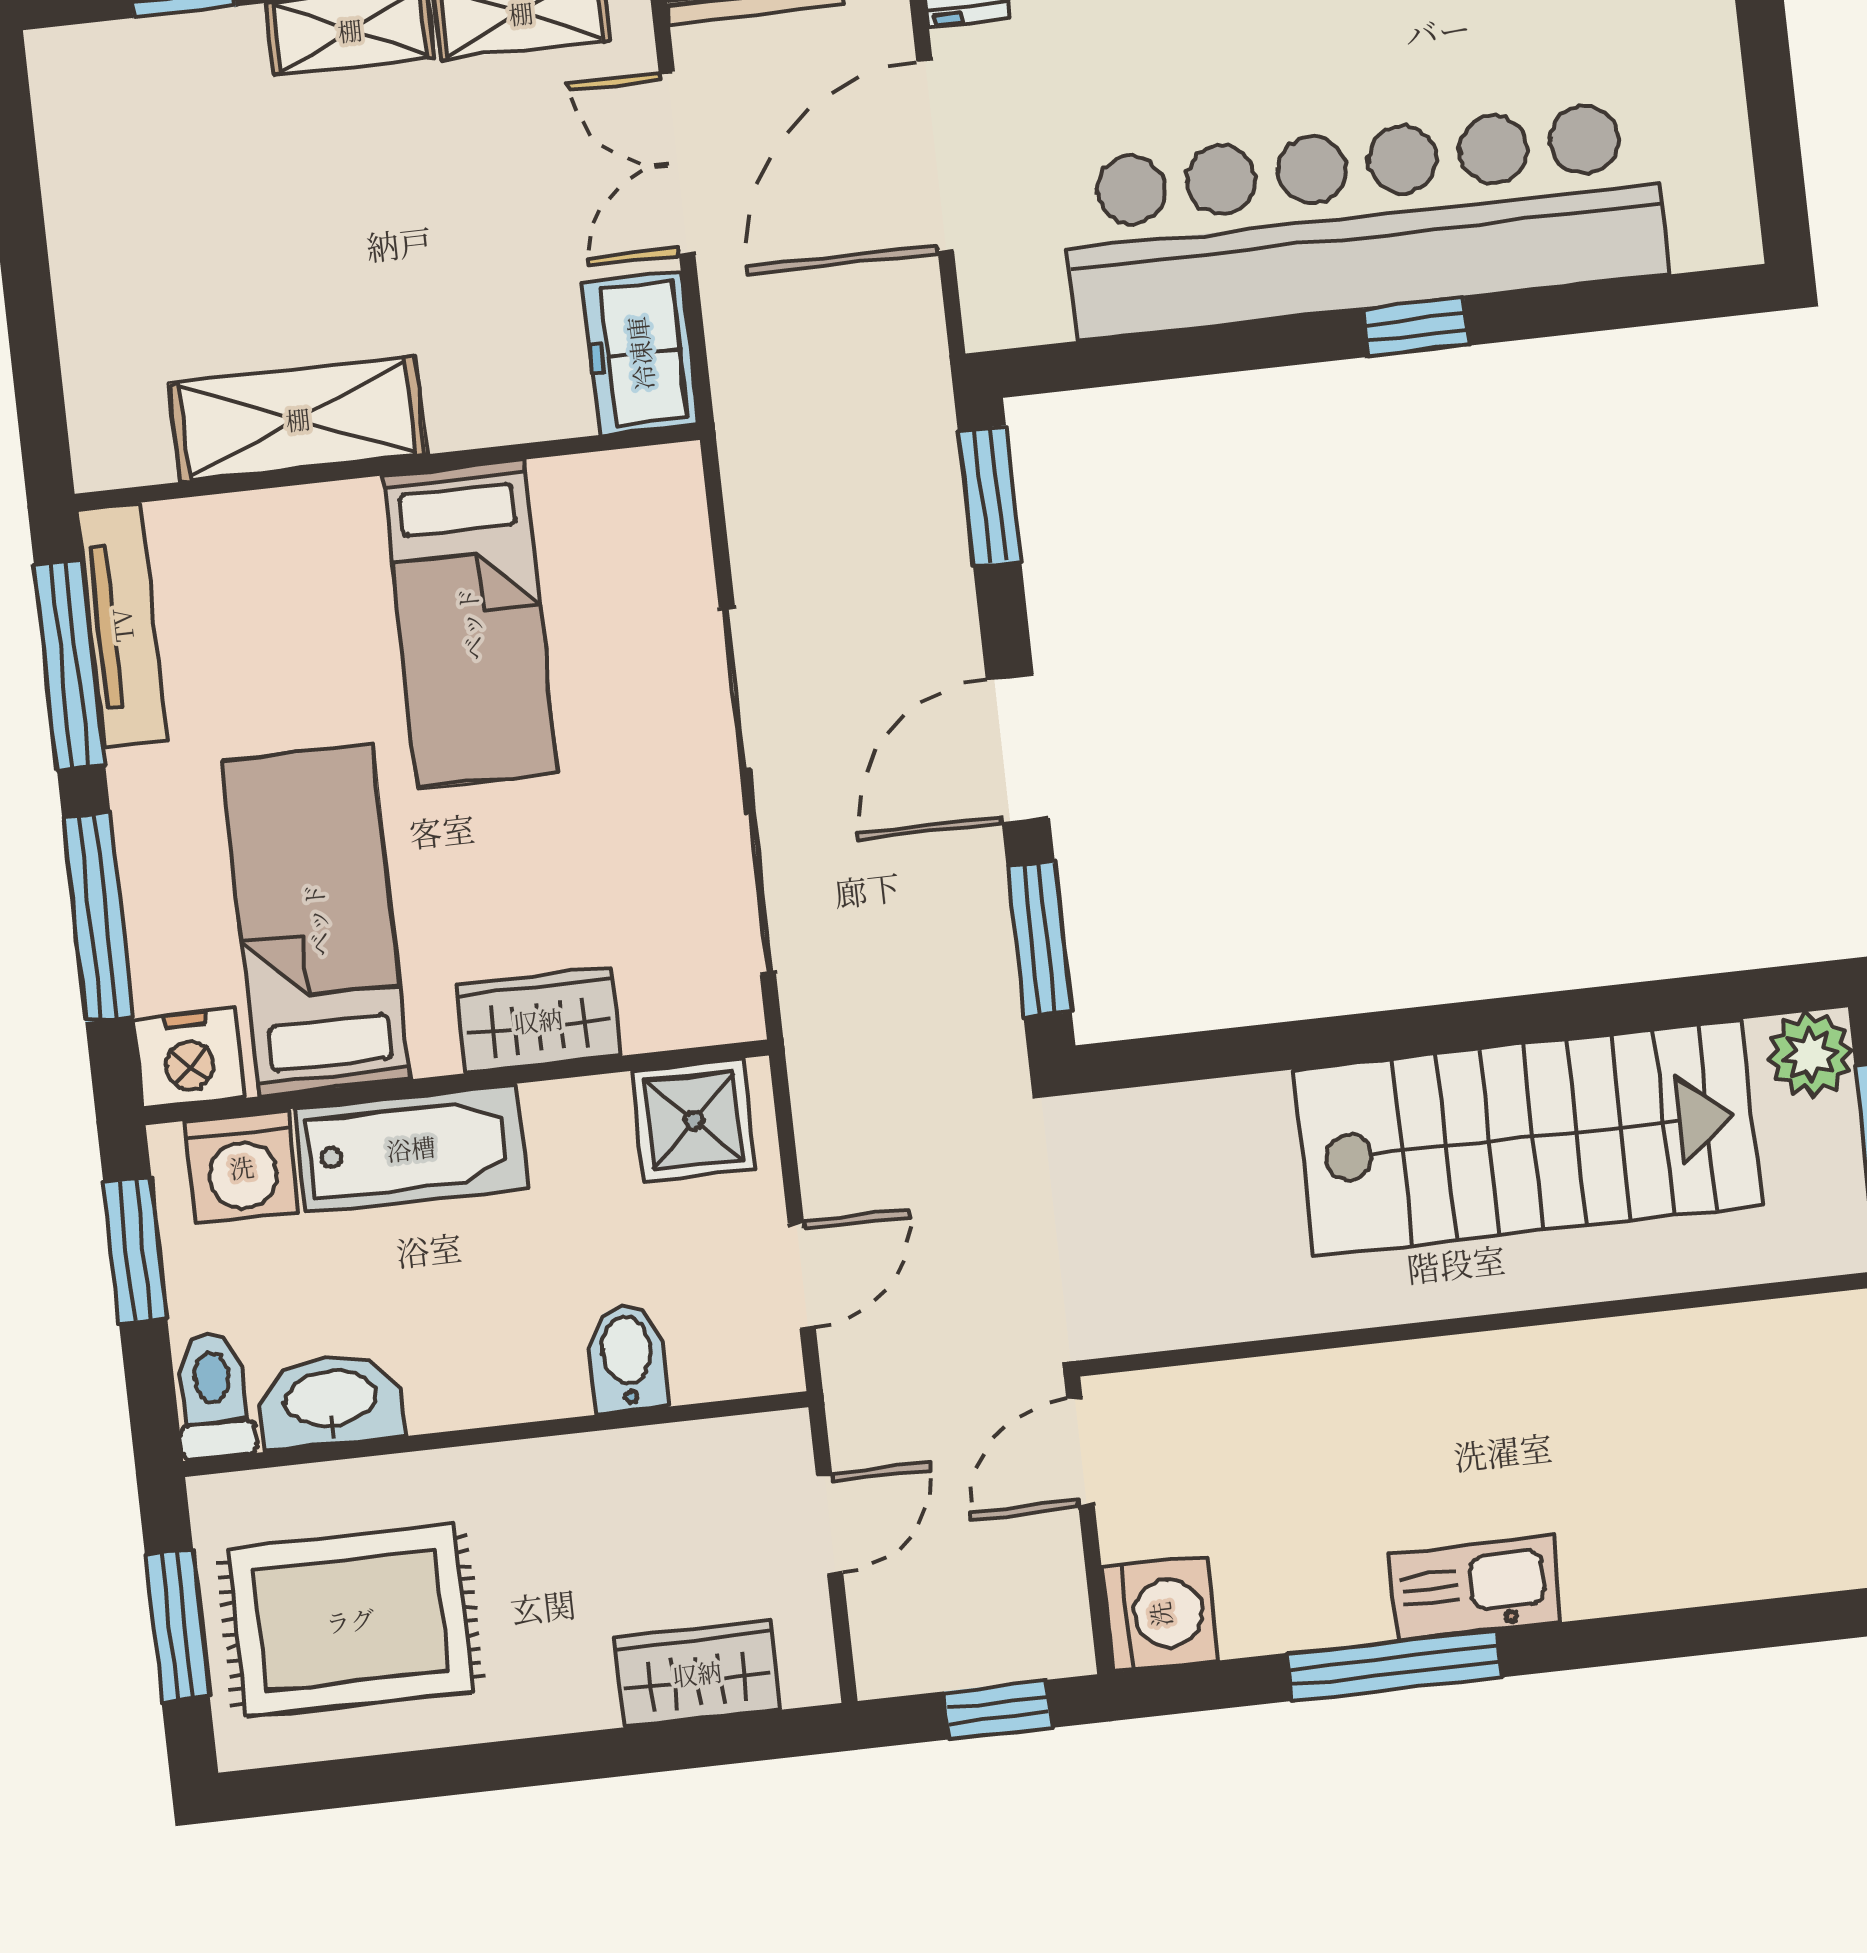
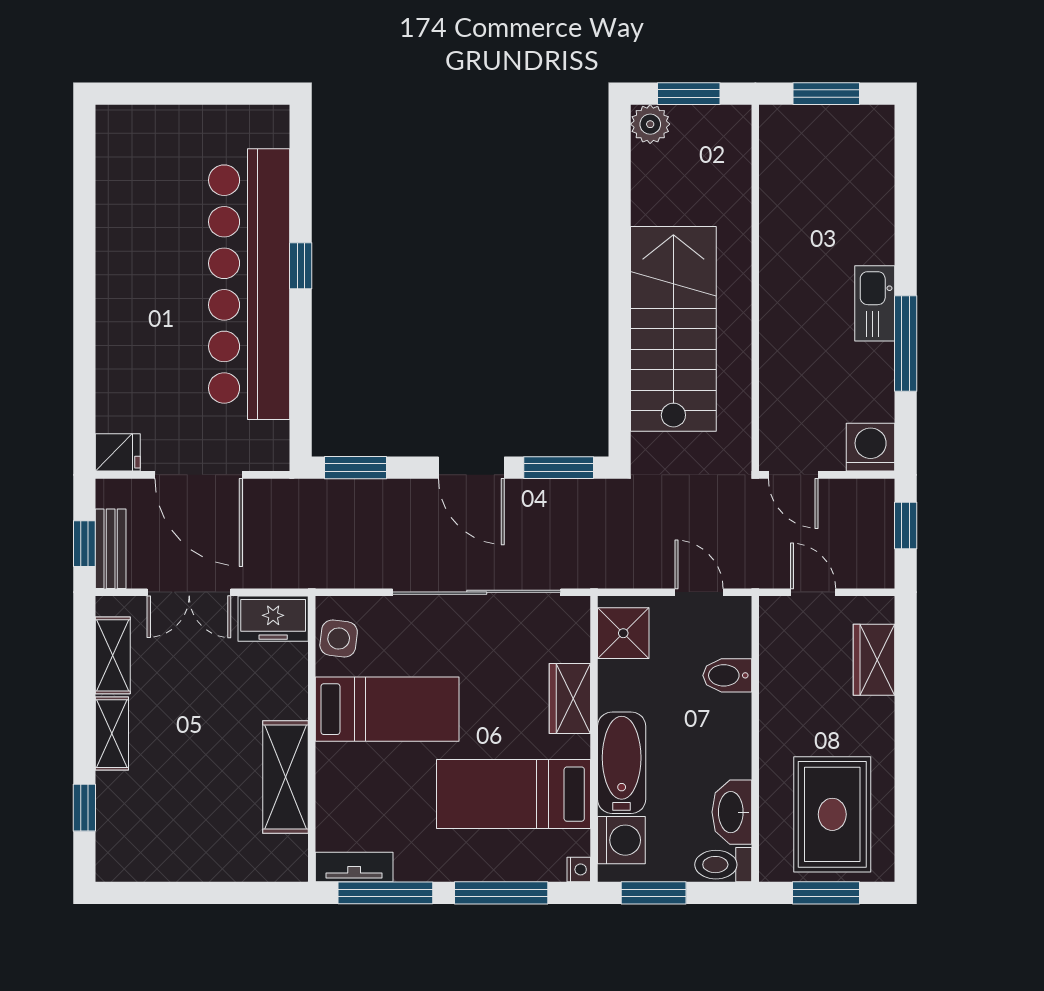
side table: (613, 501) -> (339, 638), added
tv unit: (122, 625) -> (354, 867), width x0.71
nightstand: (189, 1058) -> (579, 869), width x0.53, depth x0.56
stairs: (1527, 1138) -> (673, 329), moved

